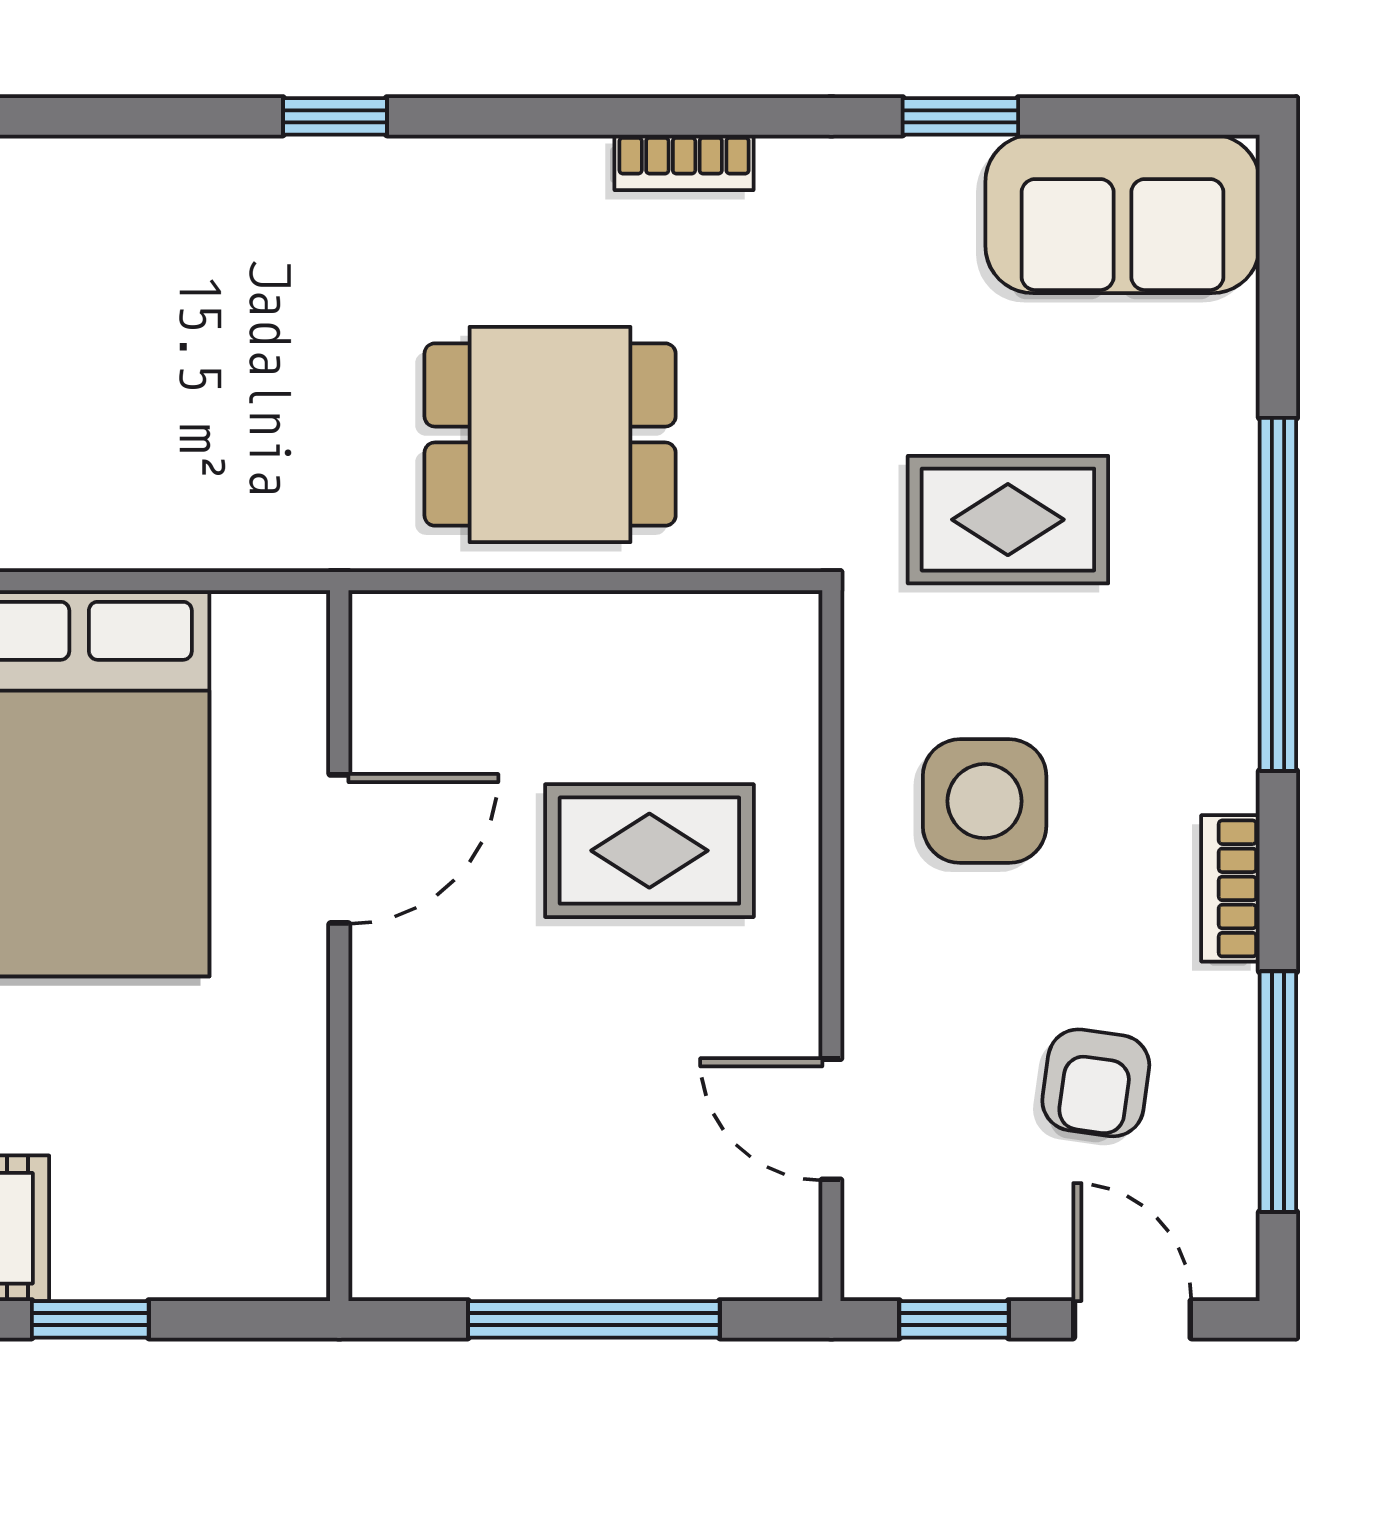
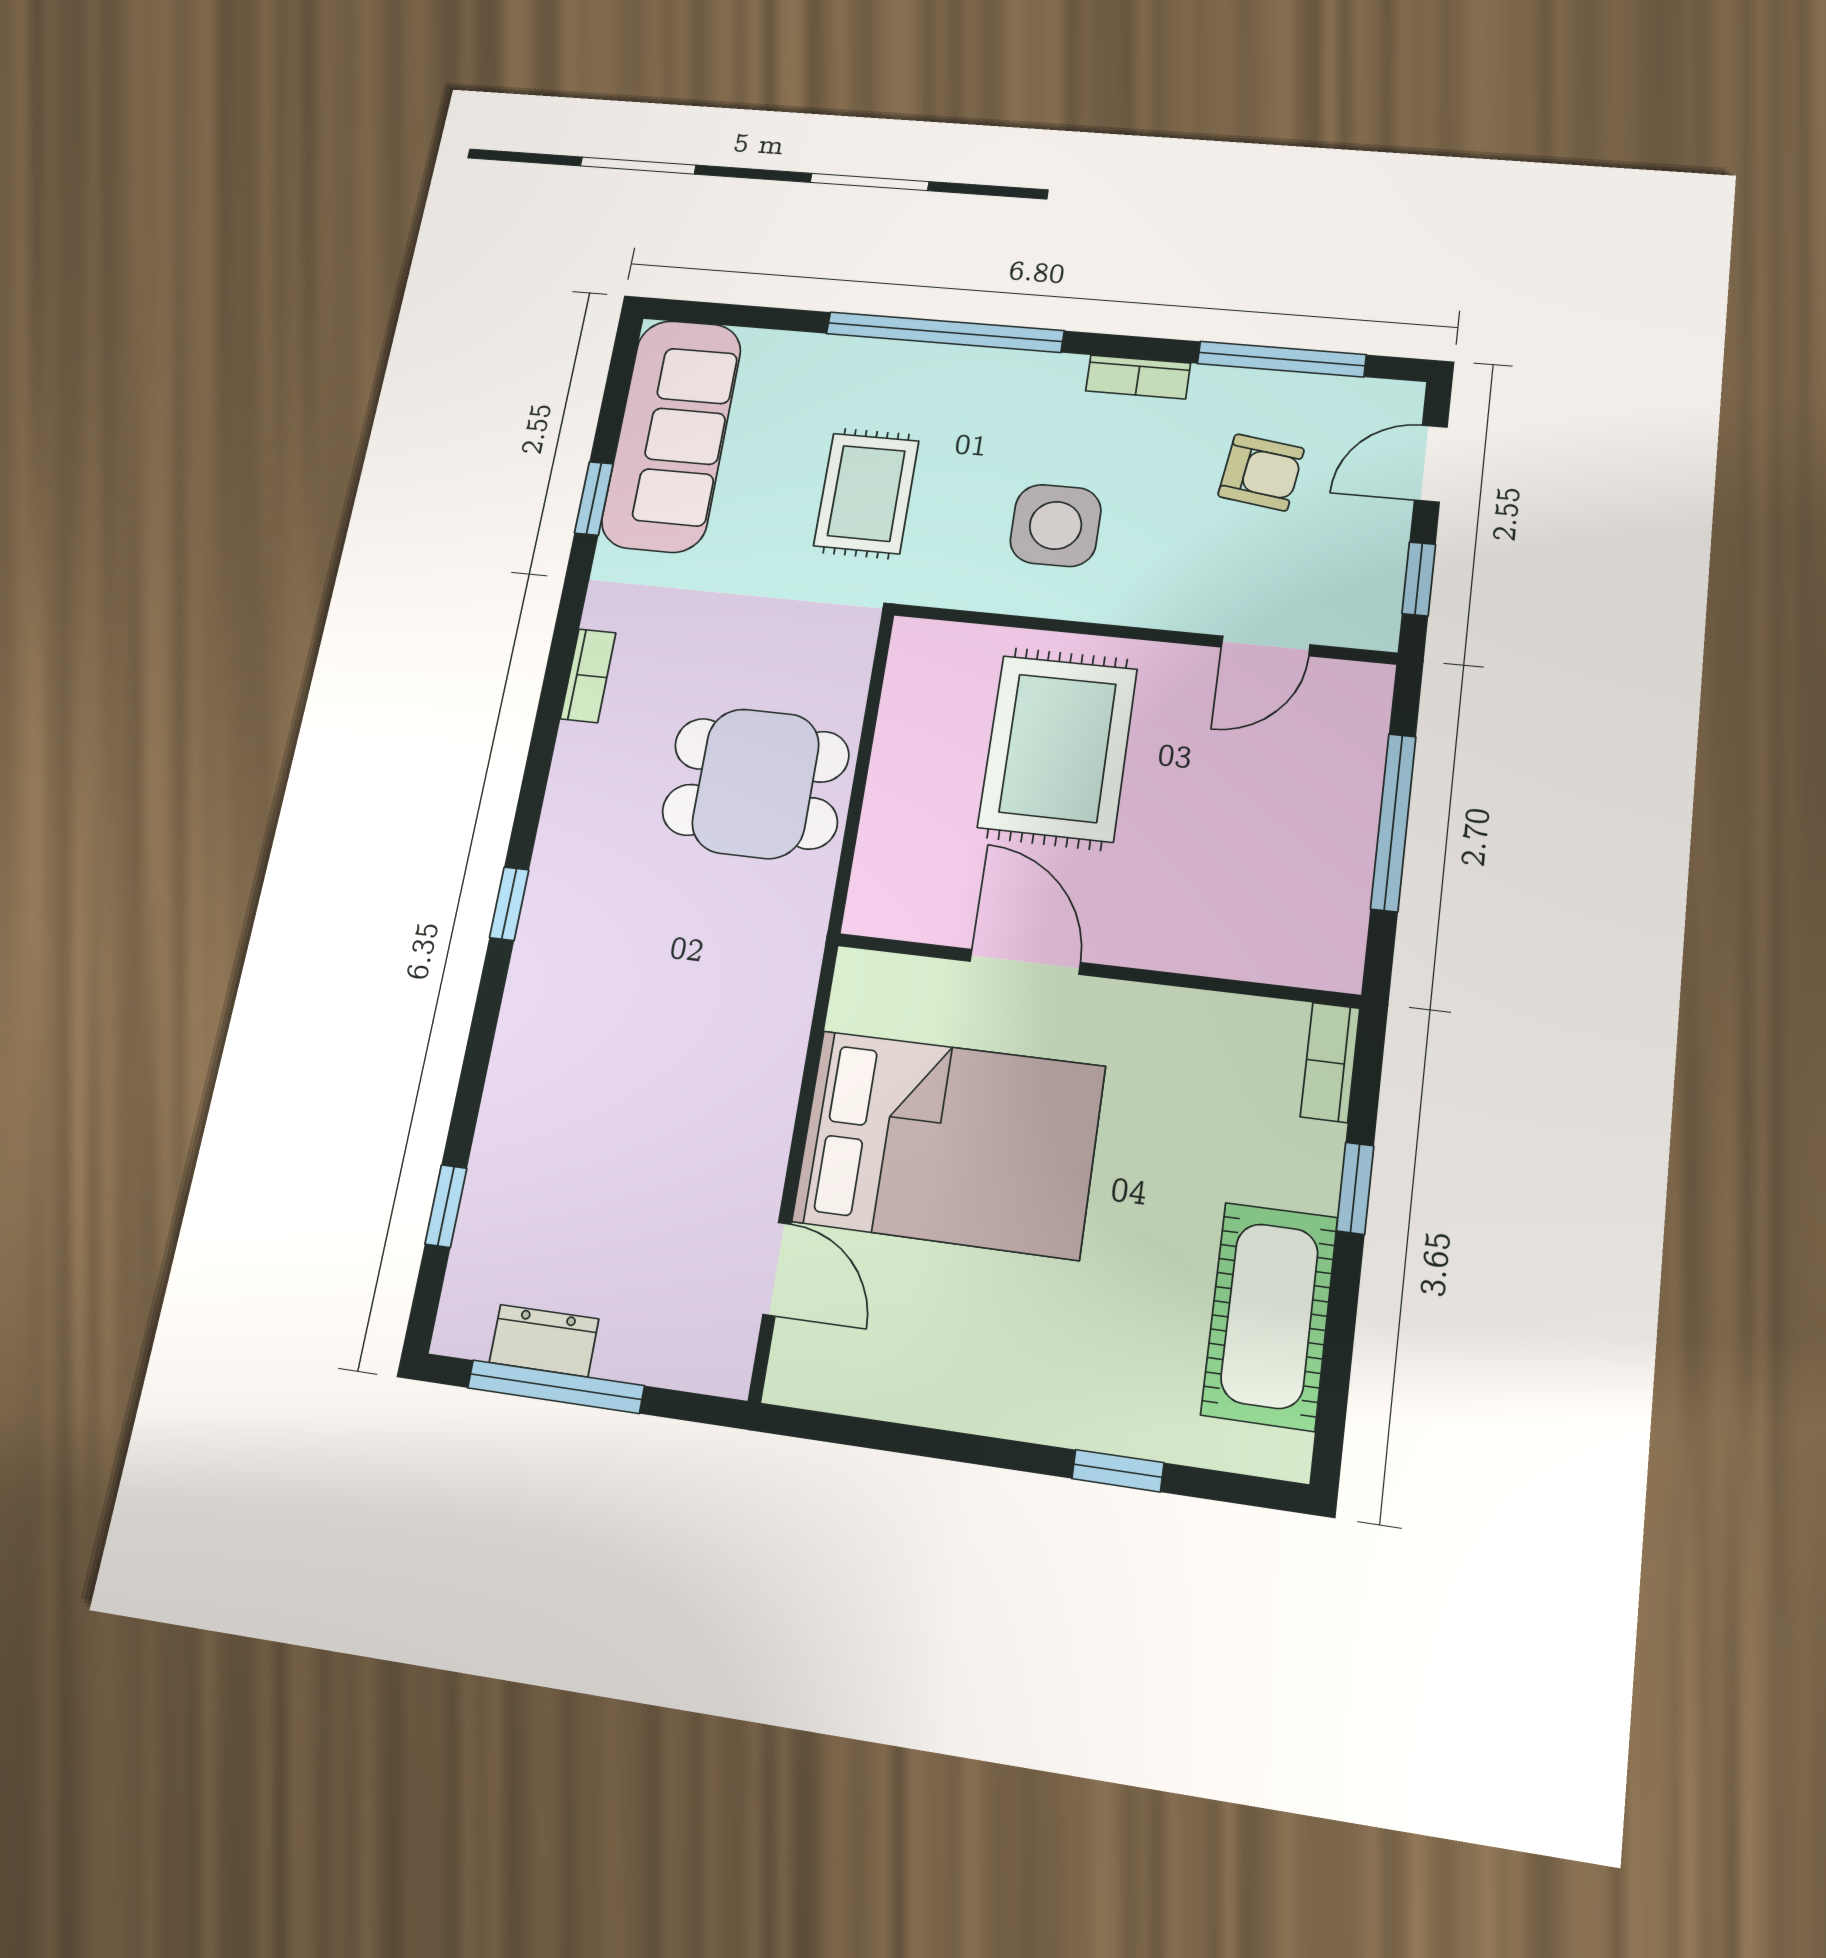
sofa: (1122, 214) -> (672, 435), width x1.36
dining table: (550, 435) -> (756, 783), turned 90
rug: (649, 851) -> (1058, 748), width x1.36, depth x1.43
bookcase: (252, 1270) -> (1330, 1062), added

